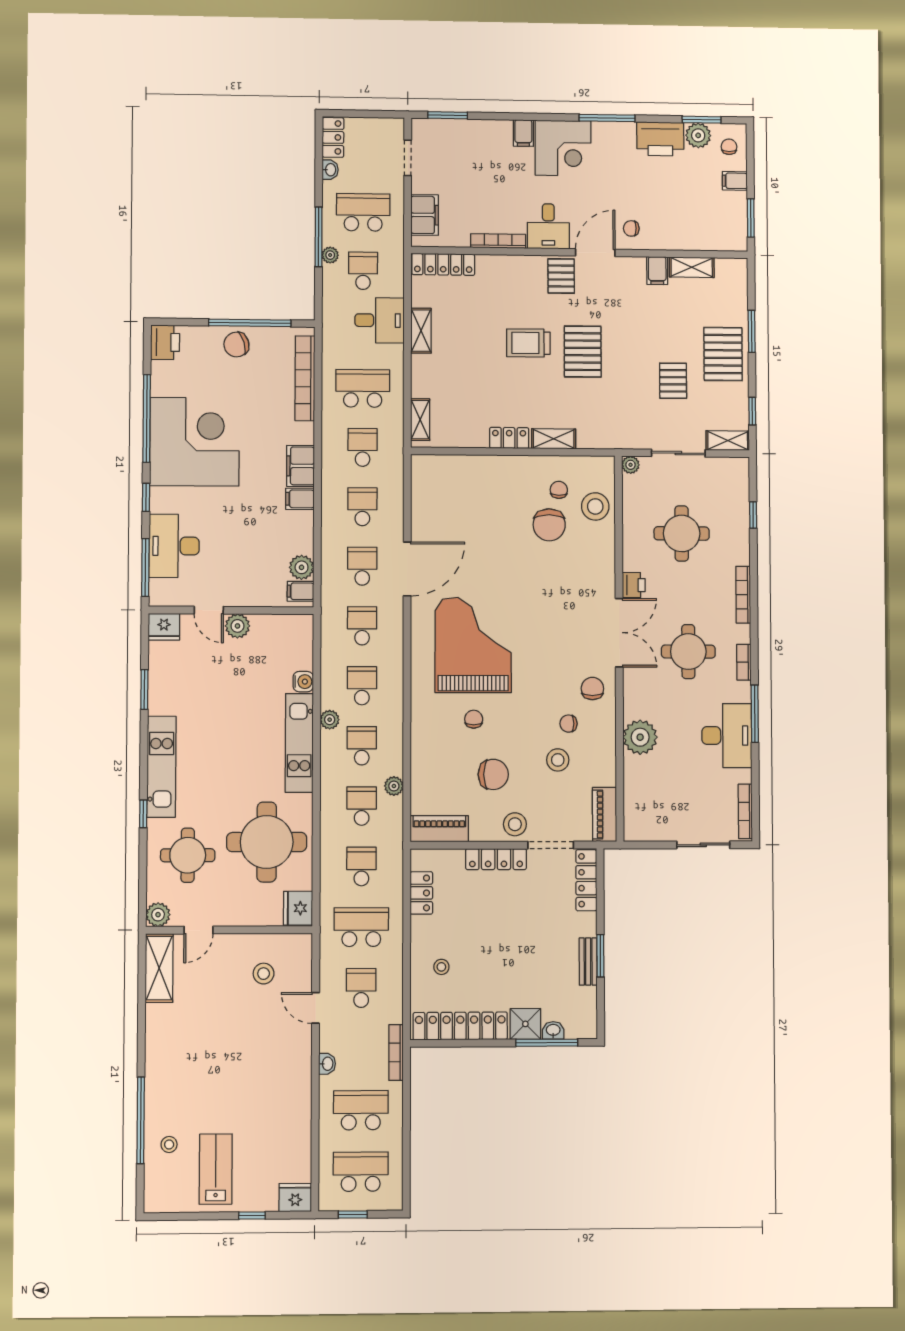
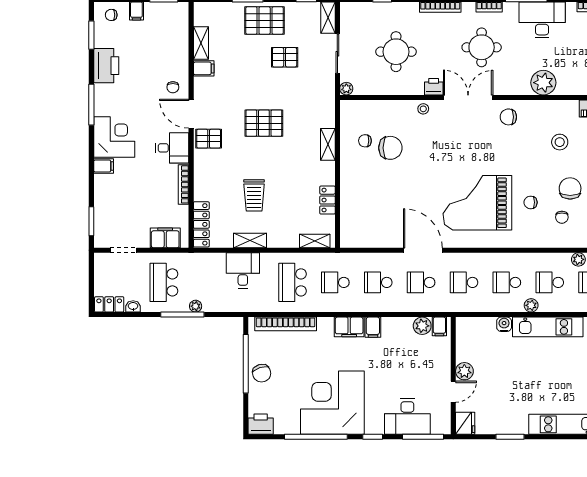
plant: (698, 135) -> (103, 38), removed
school desk: (363, 271) -> (207, 282), removed
trolley: (528, 343) -> (254, 195), moved
locker: (509, 438) -> (327, 200), moved
stool: (595, 506) -> (423, 109), moved, width x0.53, depth x0.53
chair: (568, 724) -> (562, 217), moved

